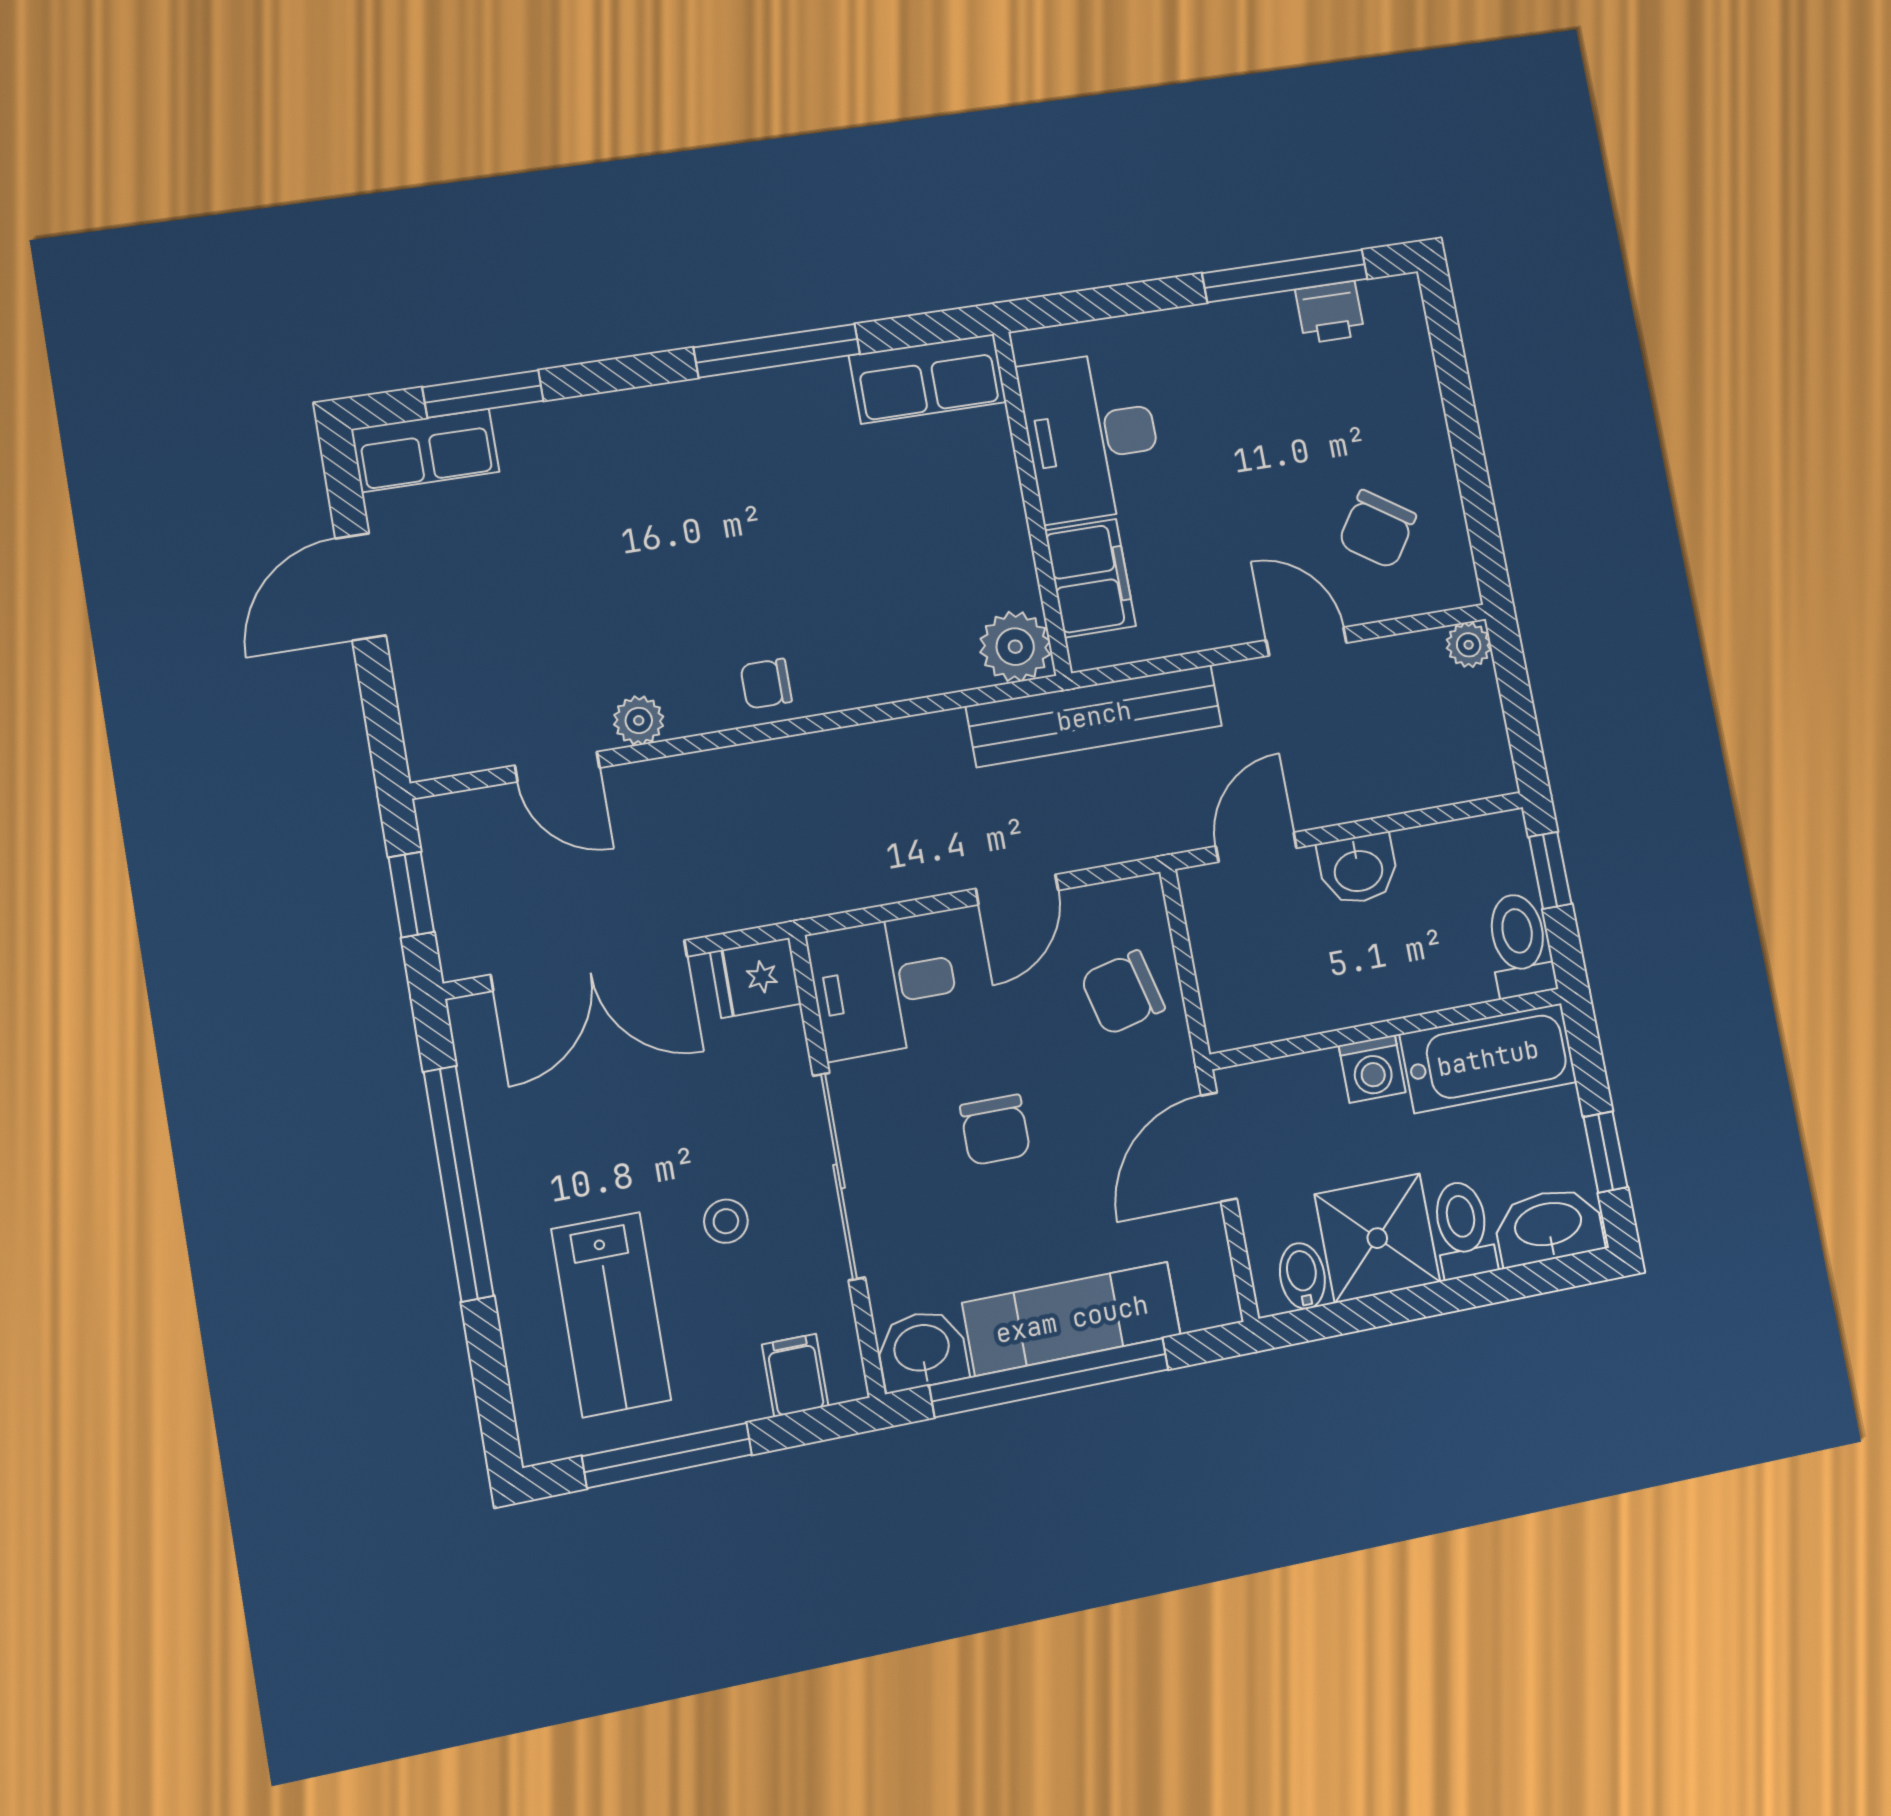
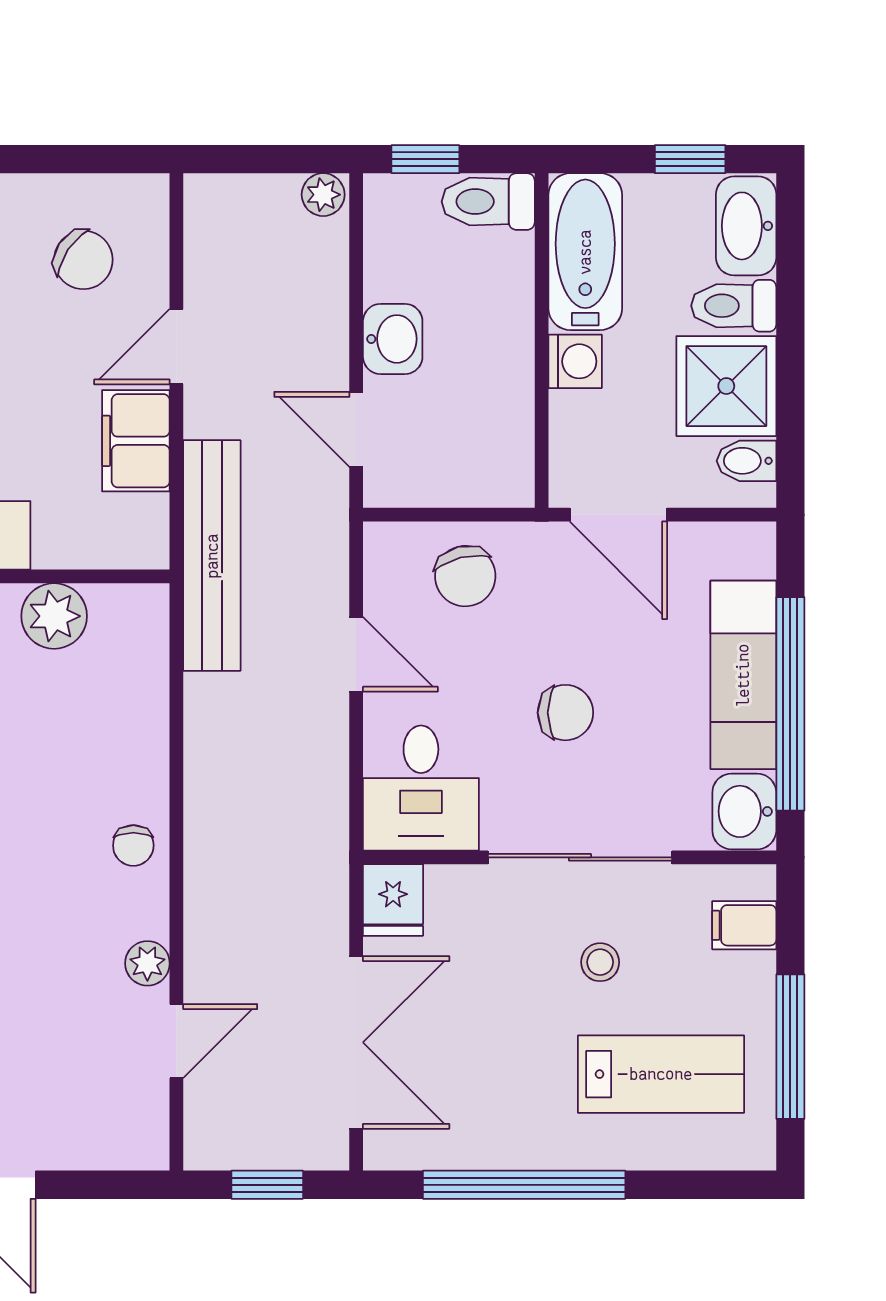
filing cabinet: (1090, 578) -> (136, 441), moved, turned -90
plant: (1469, 645) -> (323, 195), moved
plant: (1015, 647) -> (54, 616), moved

